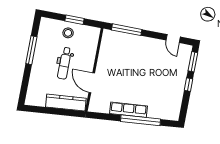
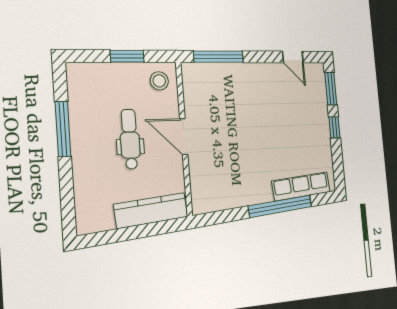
stool: (68, 33) -> (159, 81), moved
dental chair: (64, 63) -> (130, 139), turned 180
door: (92, 83) -> (184, 137), moved
row of seats: (129, 110) -> (301, 186), moved

